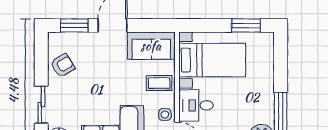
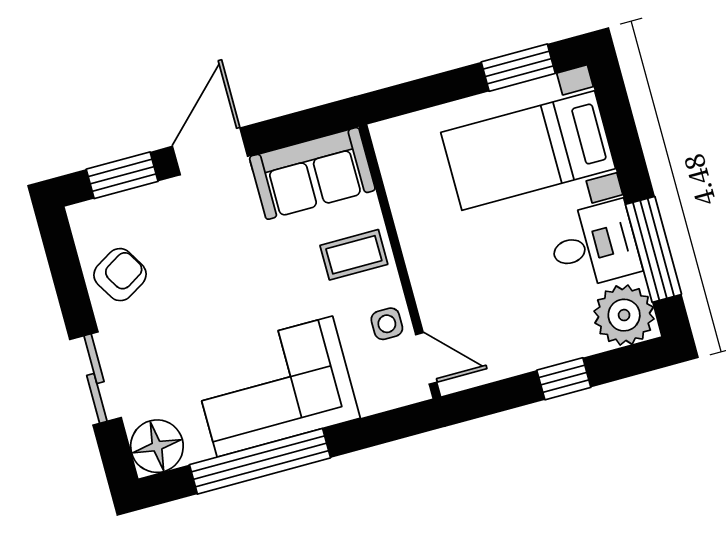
bed with nightstands: (212, 60) -> (528, 151), moved, turned 180
desk: (196, 105) -> (594, 245), moved, turned 180

